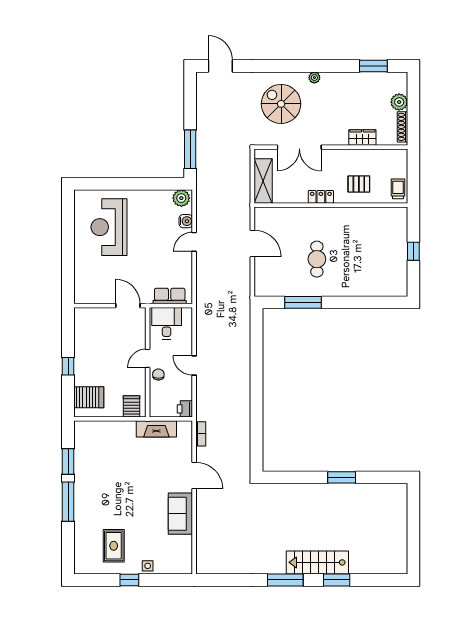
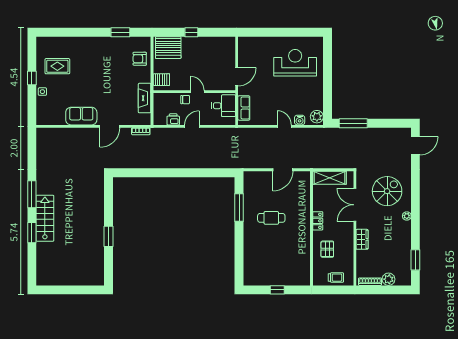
wardrobe: (362, 137) -> (362, 239), moved
trolley: (398, 189) -> (336, 278), moved
server rack: (89, 397) -> (168, 48), width x1.60
printer: (185, 409) -> (173, 119), moved
armchair: (104, 435) -> (140, 59), added
window: (68, 502) -> (90, 32), removed

